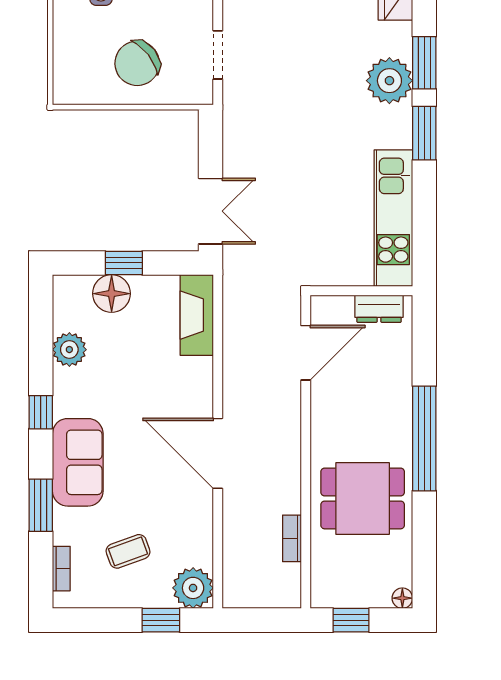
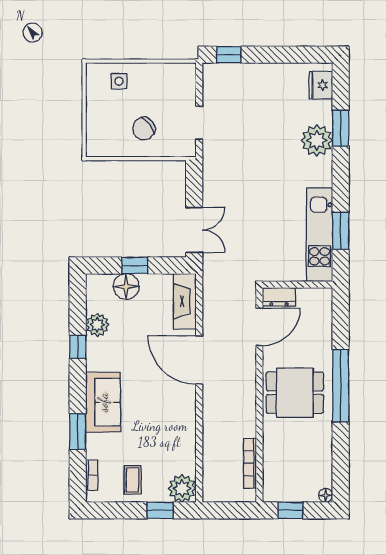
chair: (137, 63) -> (144, 129), width x0.73, depth x0.73
window: (424, 133) -> (341, 231), moved
dresser: (379, 309) -> (279, 297), moved
window: (41, 412) -> (78, 347), moved
door: (218, 453) -> (199, 360), moved
dining table: (363, 498) -> (295, 393), moved
bookcase: (292, 538) -> (250, 463), width x1.56
coffee table: (128, 551) -> (133, 480), moved, turned -70

